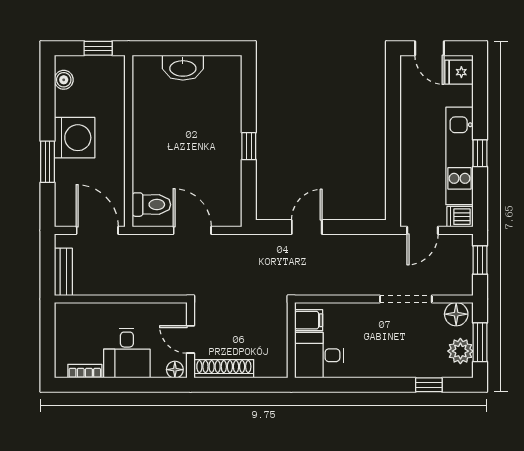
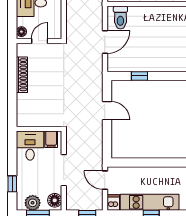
window: (249, 146) -> (140, 76), moved
filing cabinet: (309, 320) -> (51, 139), moved
wall: (291, 340) -> (39, 129), moved
desk: (319, 355) -> (30, 146), moved
shoe rack: (224, 369) -> (22, 75), moved

